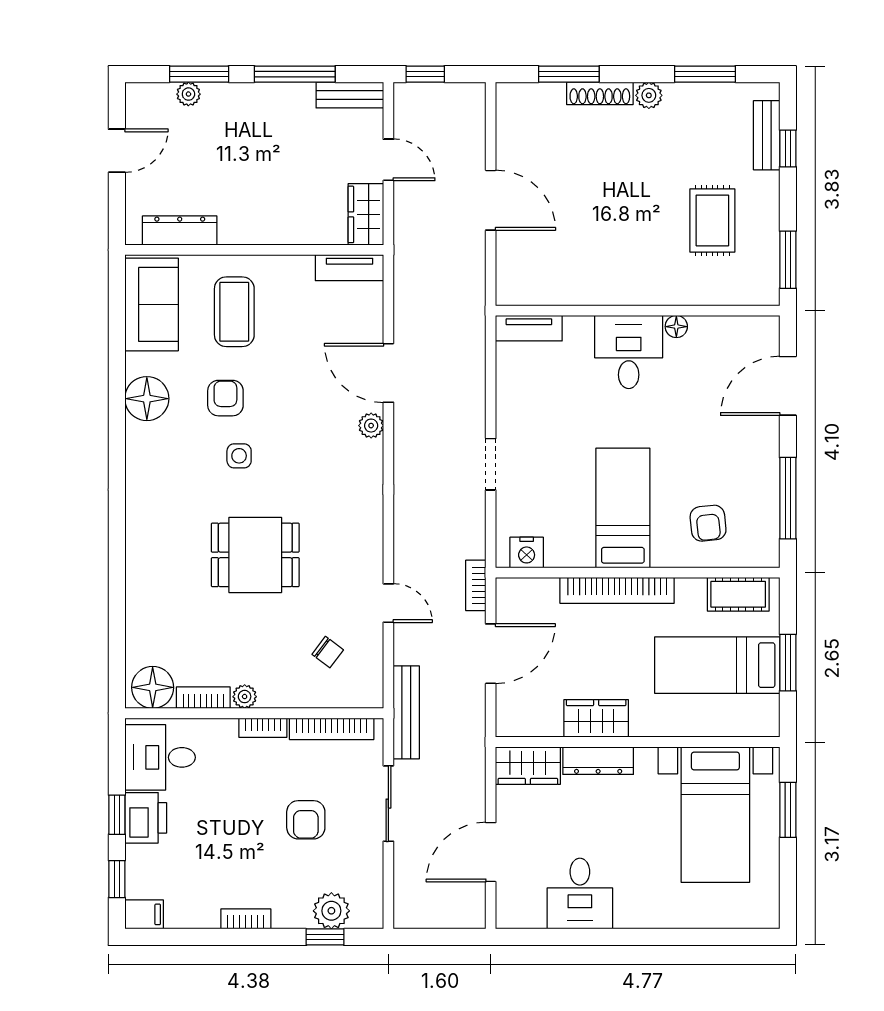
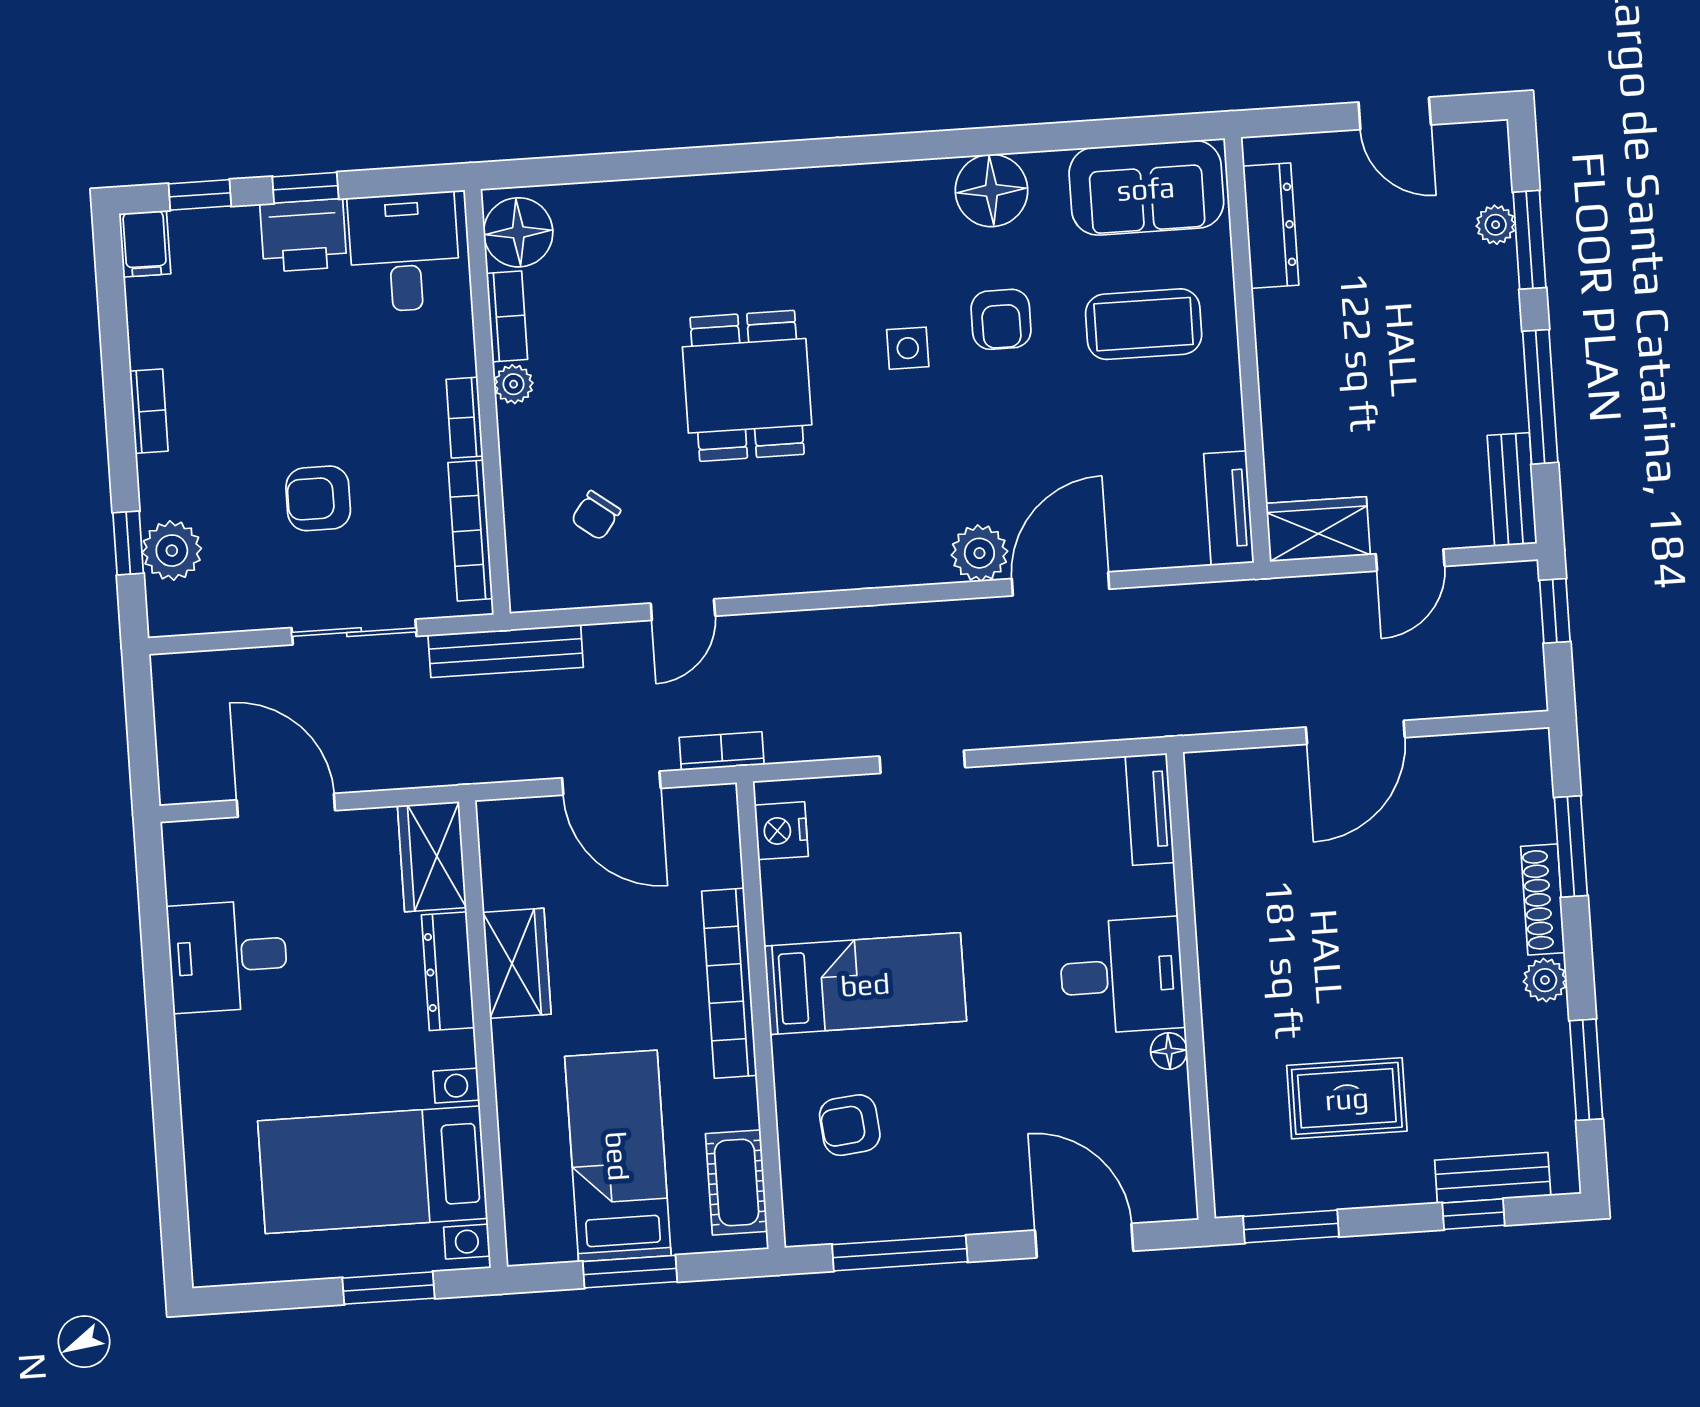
armchair: (225, 398) -> (1001, 319), turned 90
plant: (371, 426) -> (979, 553), width x1.38, depth x1.38

